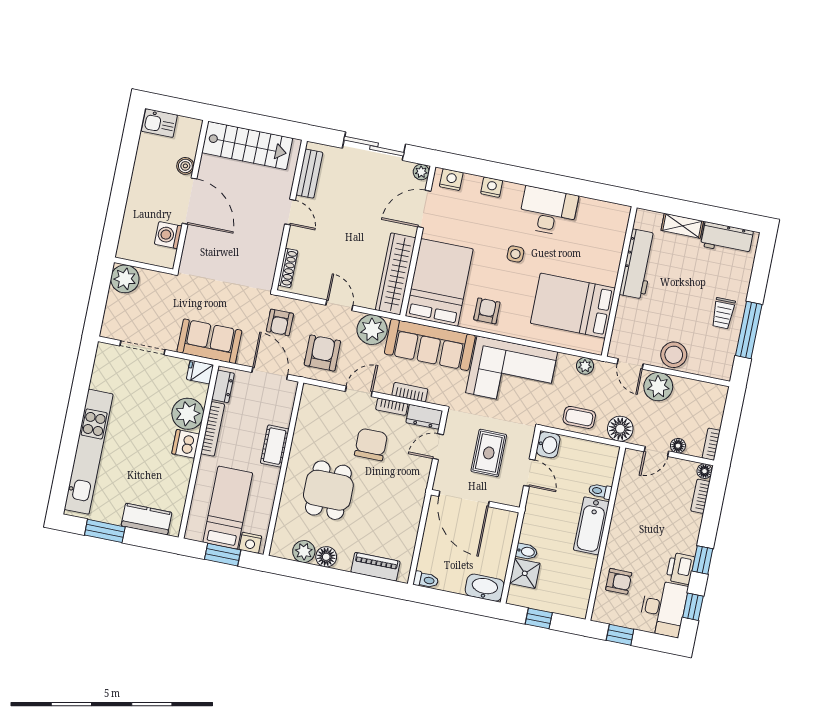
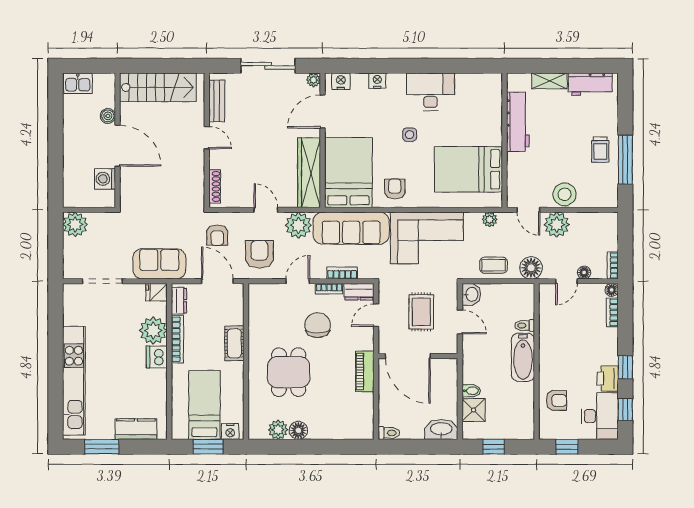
piano: (376, 567) -> (365, 371), moved, turned -90

